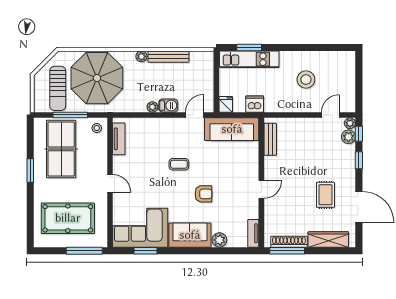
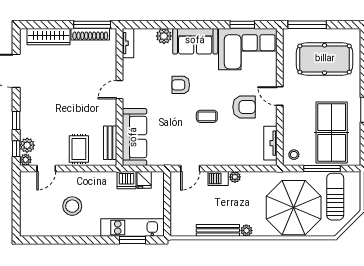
fridge: (226, 104) -> (144, 180), moved
sofa: (232, 129) -> (134, 137), moved, turned 90
armchair: (144, 173) -> (244, 107), added
rug: (325, 195) -> (79, 149), moved

